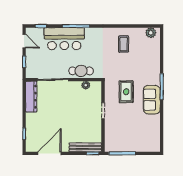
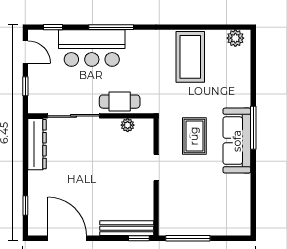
coffee table: (124, 44) -> (190, 57), width x1.86, depth x1.72
sofa: (152, 100) -> (237, 141), width x1.36
door: (49, 153) -> (67, 238), hinge flipped

